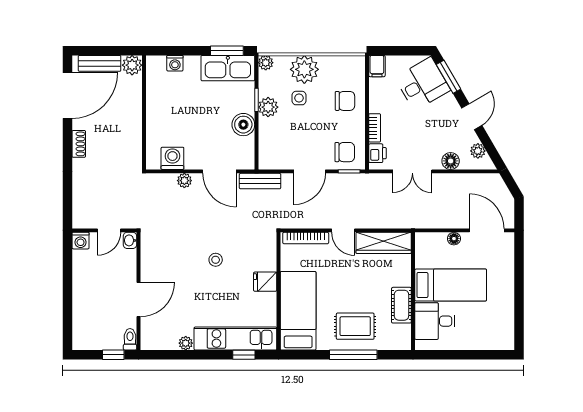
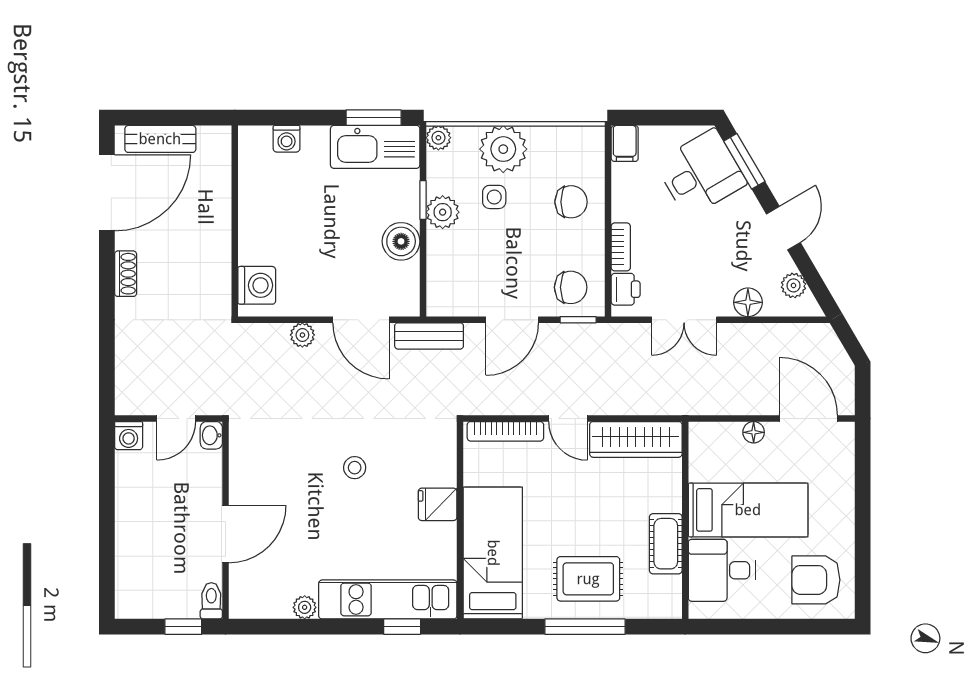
plant: (132, 65) -> (215, 142), removed
washing machine: (172, 158) -> (257, 285), moved, turned 90
armchair: (491, 327) -> (816, 580), added

